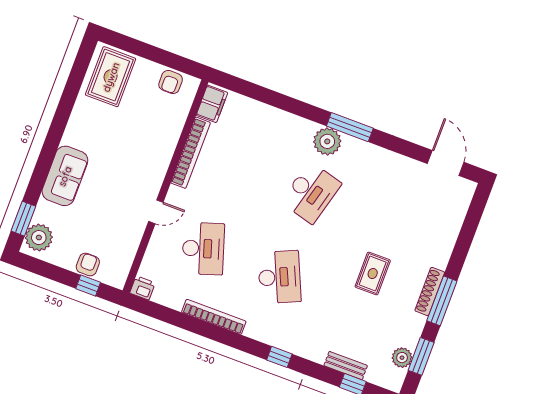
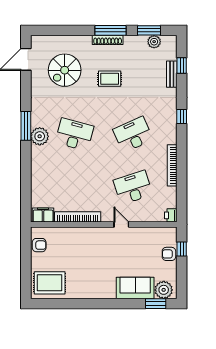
sofa: (65, 176) -> (135, 288), moved
spiral stairs: (409, 213) -> (65, 70), added

